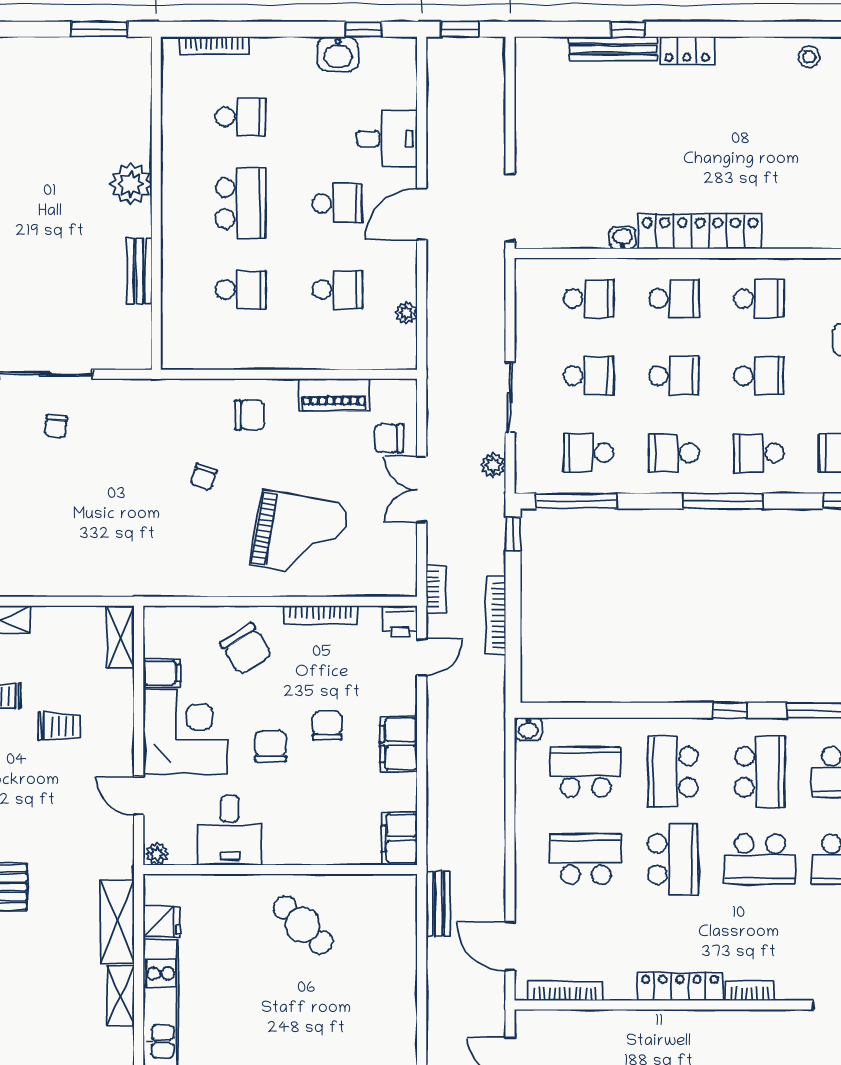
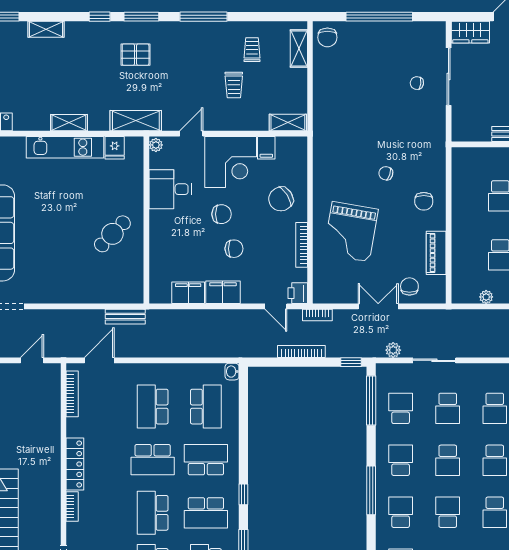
school desk: (759, 376) -> (448, 512), turned 180
filing cabinet: (399, 838) -> (188, 293), moved
school desk: (586, 859) -> (153, 407), turned 180
shelving: (117, 922) -> (136, 121), moved

